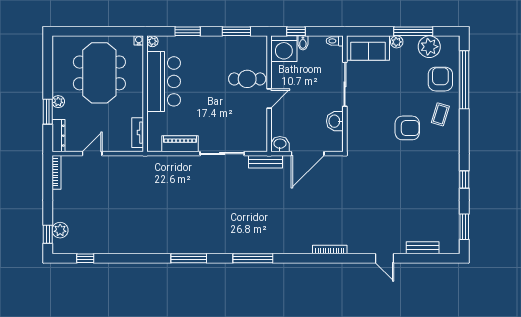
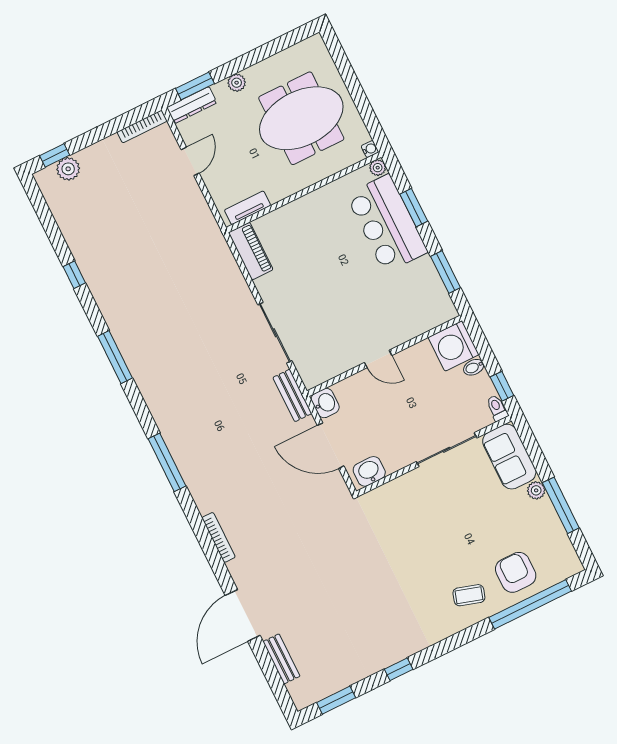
window: (296, 31) -> (502, 386), moved
plant: (429, 47) -> (551, 537), removed
cafe table: (247, 79) -> (390, 317), removed
armchair: (440, 79) -> (516, 572), turned -90
bar counter: (164, 81) -> (387, 223), moved, turned 90
window: (48, 112) -> (195, 86), moved
washbasin: (335, 121) -> (369, 471), moved
armchair: (407, 128) -> (429, 560), removed
piano: (180, 144) -> (251, 251), moved
door: (92, 154) -> (190, 161), hinge flipped
window: (85, 258) -> (74, 275), moved
window: (253, 258) -> (167, 462), moved
door: (384, 258) -> (243, 615), width x1.88

